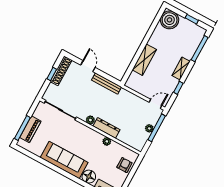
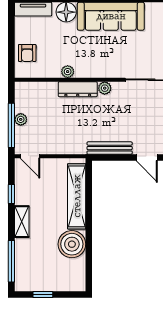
boiler: (170, 20) -> (72, 244), moved
shelving: (144, 60) -> (77, 196), width x1.47
door: (155, 104) -> (30, 156), hinge flipped

